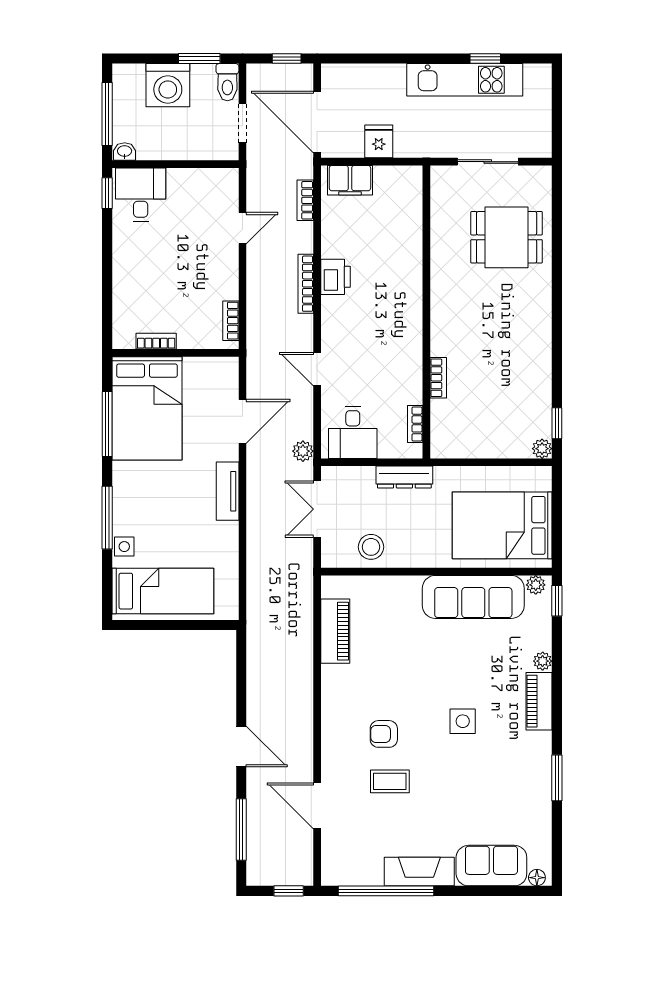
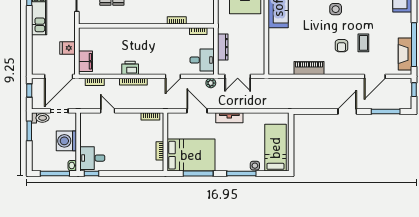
washing machine: (168, 85) -> (66, 141), moved, turned 180
dresser: (404, 477) -> (223, 47), moved
stool: (371, 547) -> (255, 52), removed
piano: (335, 631) -> (309, 68), moved
fireplace: (419, 872) -> (405, 54), moved

